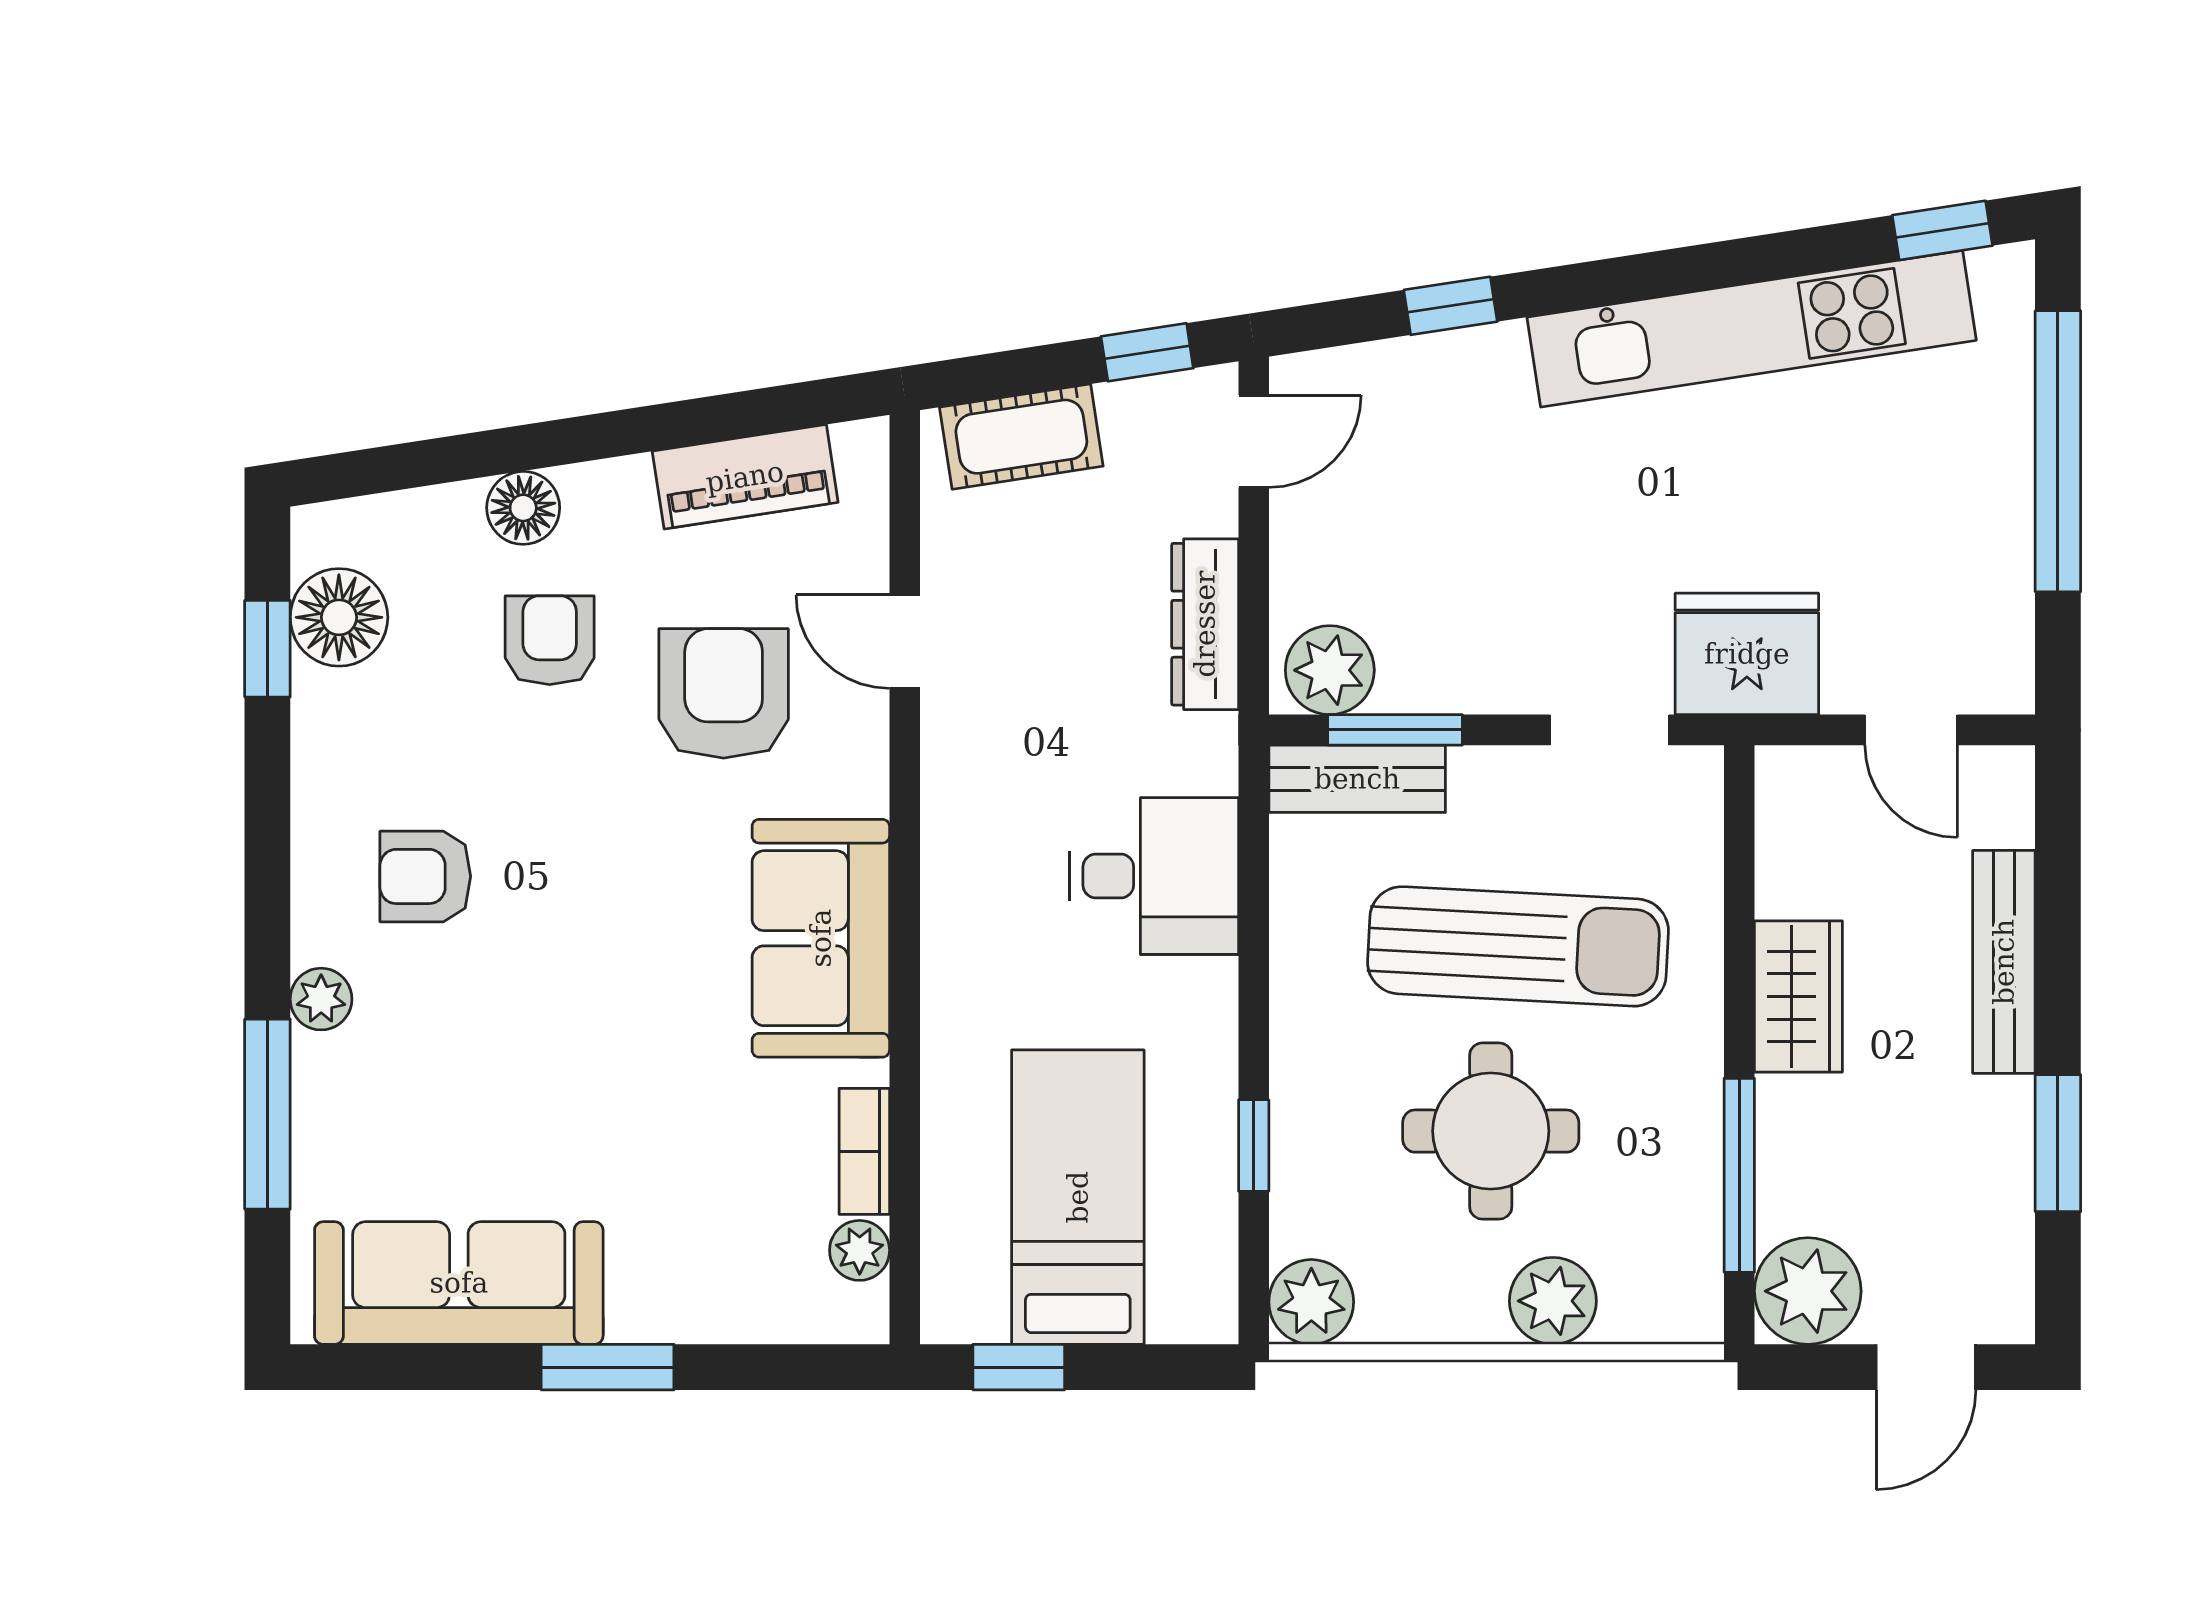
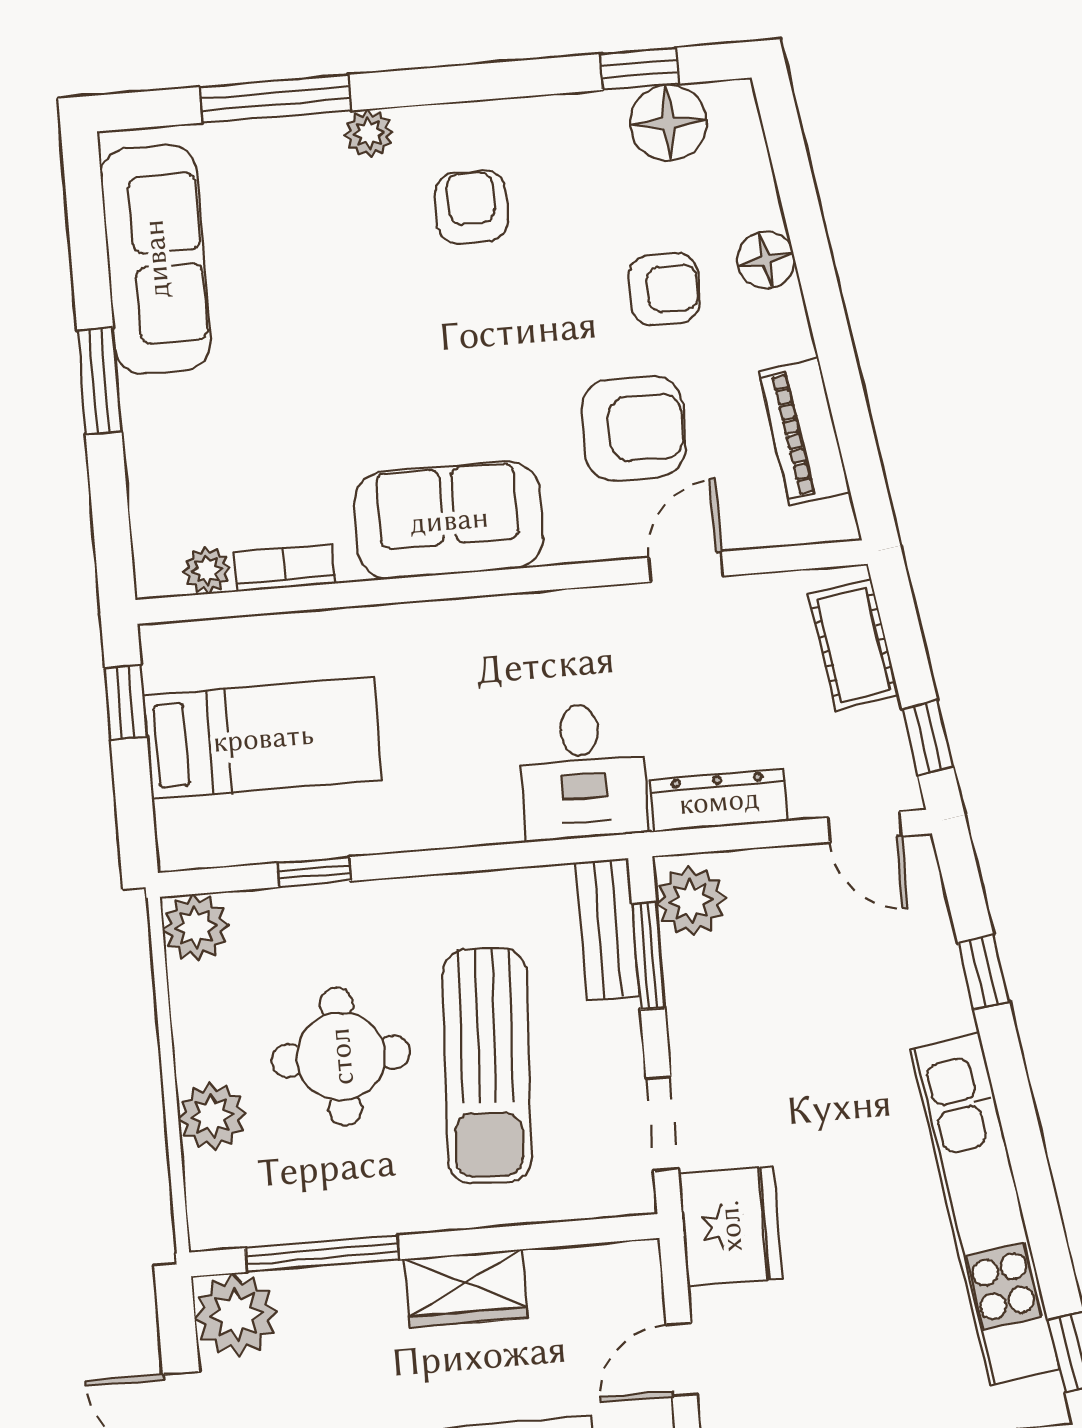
desk: (1154, 876) -> (583, 771), moved

